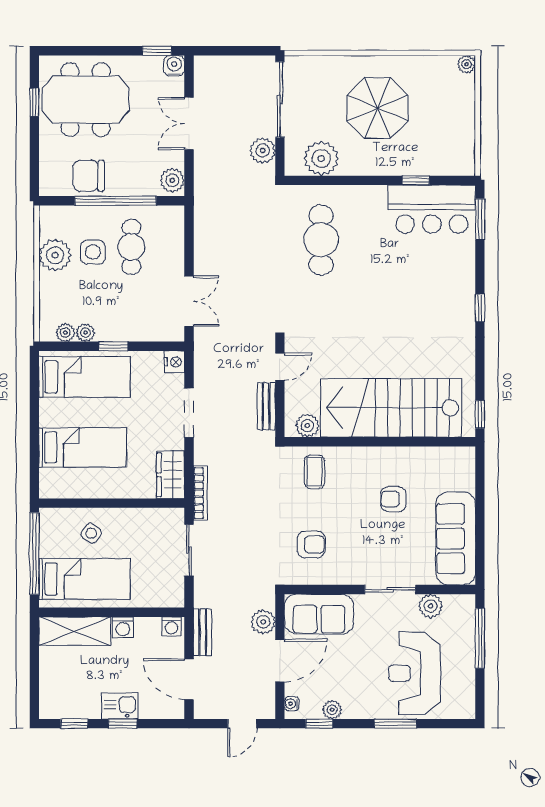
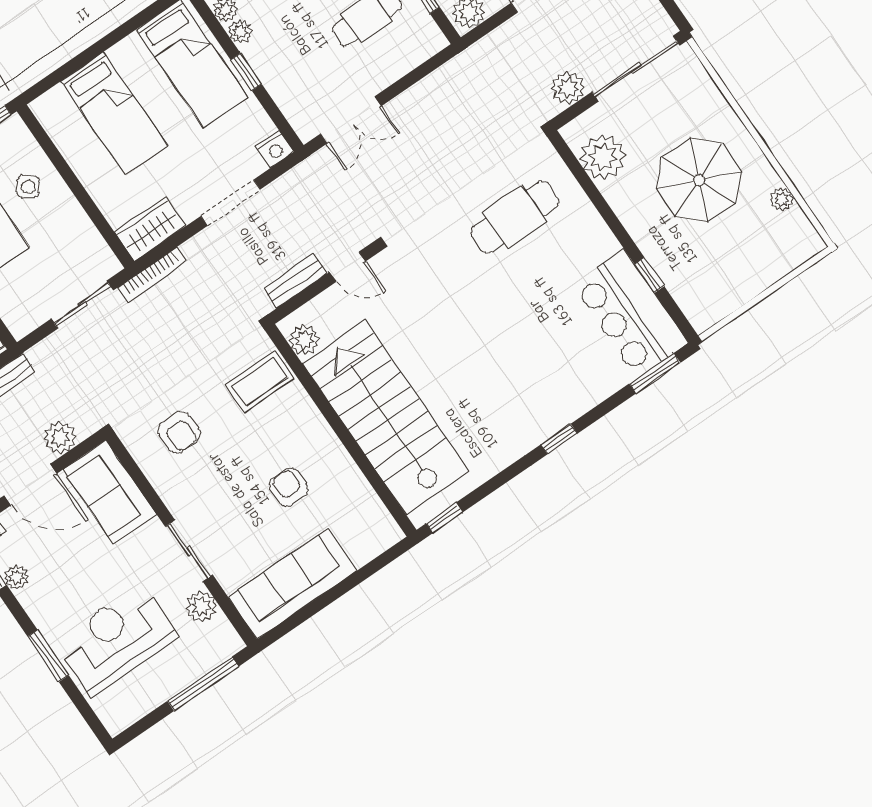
plant: (467, 64) -> (782, 199), moved
coffee table: (314, 472) -> (260, 382), width x1.36, depth x1.30

